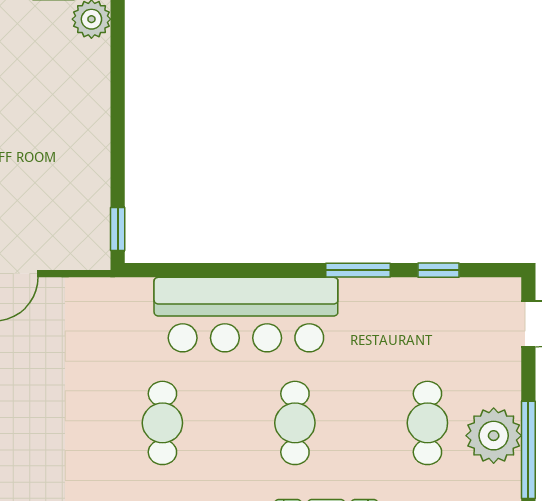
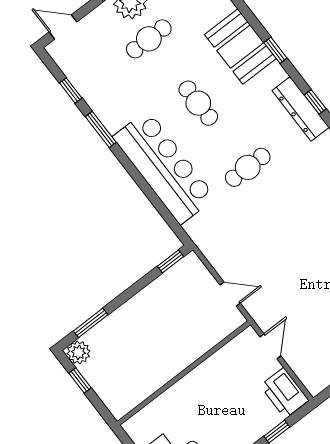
window: (118, 64) -> (91, 323), added
cafe table: (295, 423) -> (198, 103), turned 90

